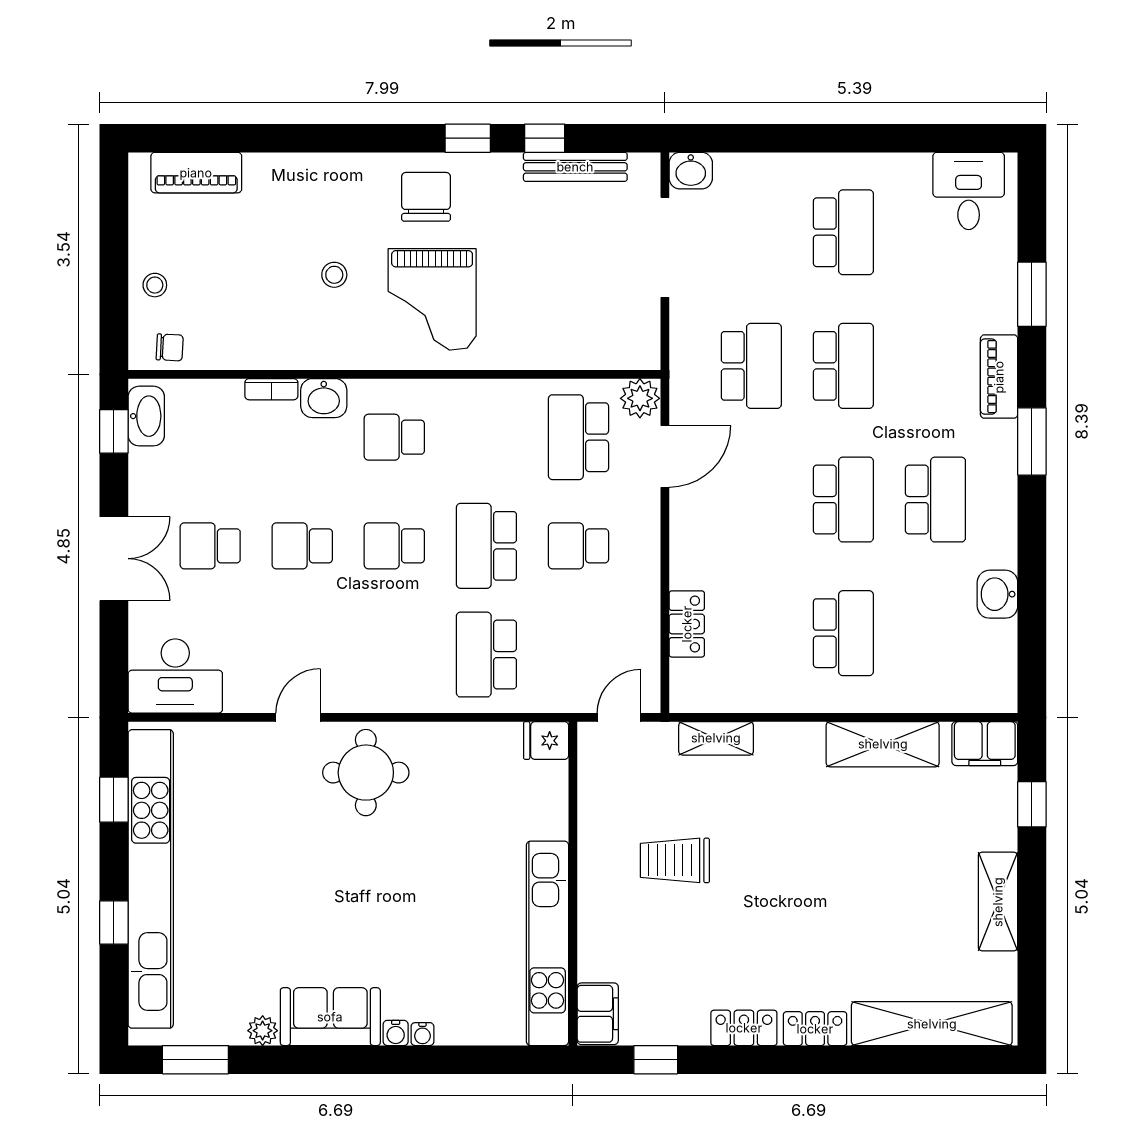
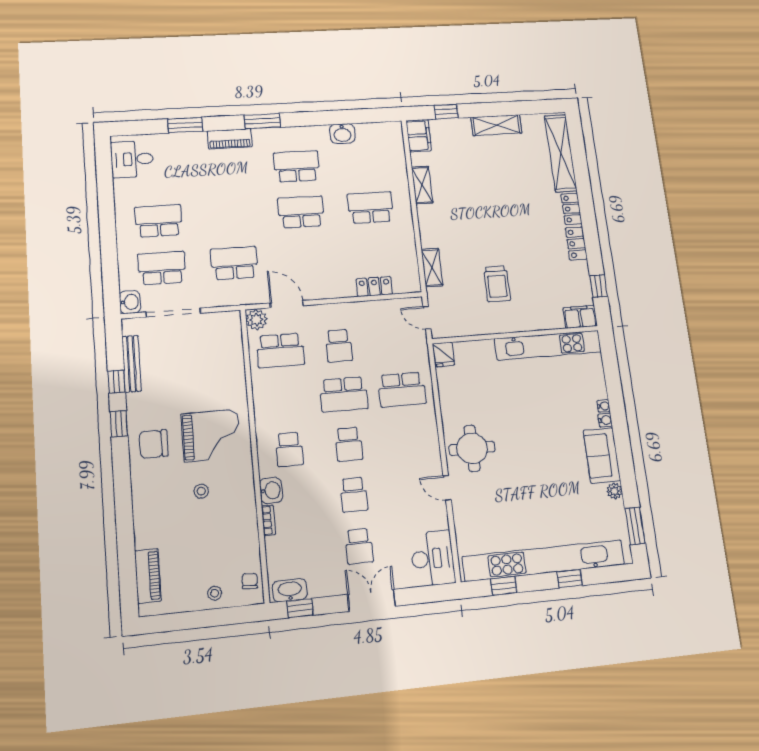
school desk: (843, 366) -> (162, 268), moved
shelving: (883, 744) -> (422, 185), width x0.67, depth x0.75

